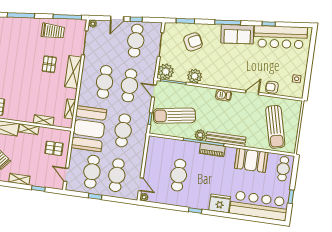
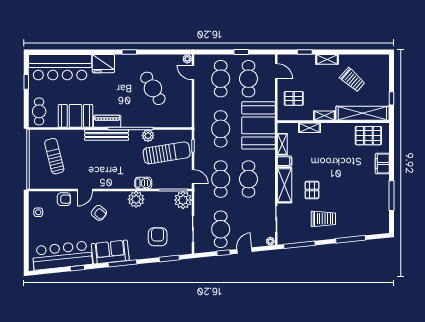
trolley: (53, 31) -> (323, 219), moved, turned 180
armchair: (193, 42) -> (158, 237), turned 117
armchair: (242, 71) -> (99, 213), added
plant: (195, 76) -> (136, 199), moved
filing cabinet: (70, 93) -> (284, 161), added
barbecue: (224, 95) -> (143, 183), moved
sun lounger: (275, 127) -> (54, 156), width x0.73, depth x0.75
plant: (200, 135) -> (148, 136), moved
piano: (212, 150) -> (107, 121), moved
cafe table: (179, 175) -> (153, 88), turned -30

